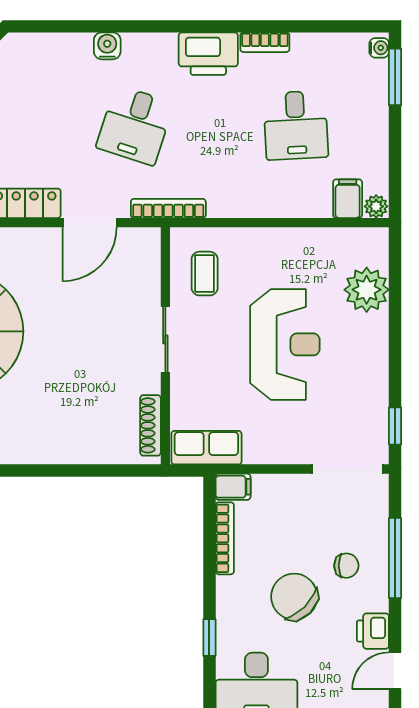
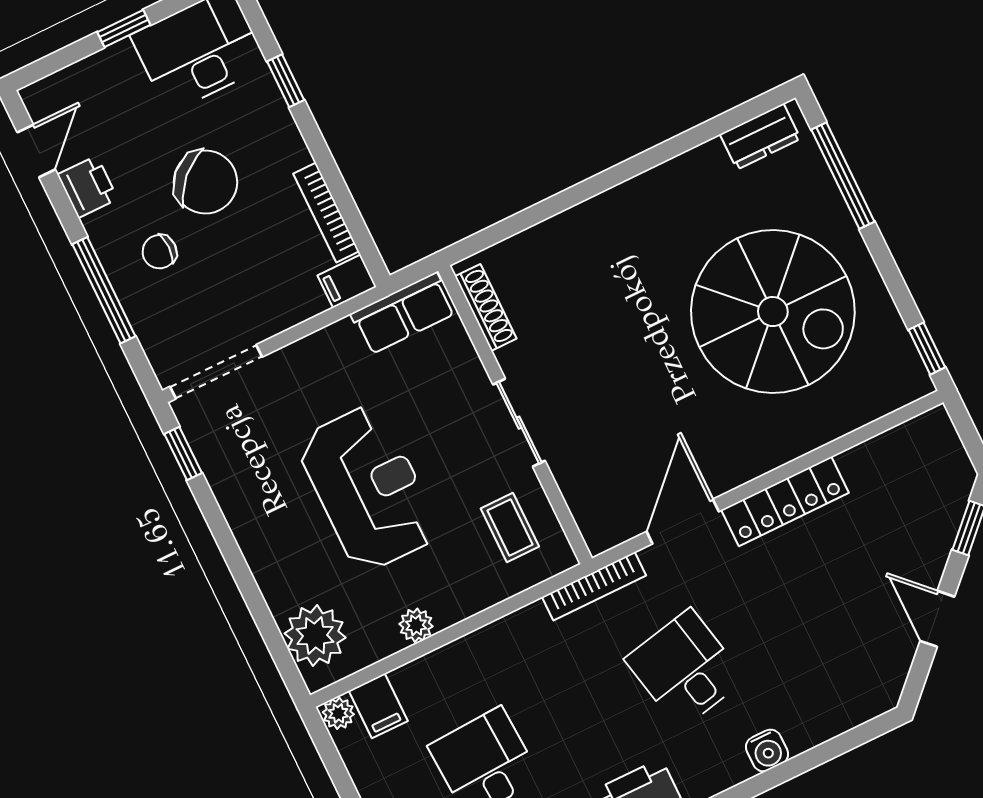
desk: (135, 125) -> (685, 669), turned -30
plant: (297, 239) -> (416, 625), added
plant: (367, 290) -> (315, 636), moved
reception desk: (285, 344) -> (368, 488), turned 180

